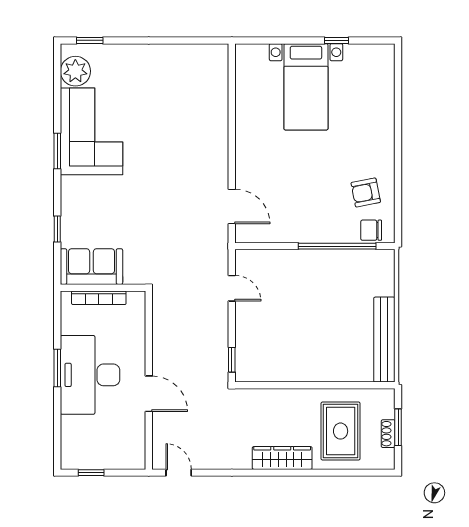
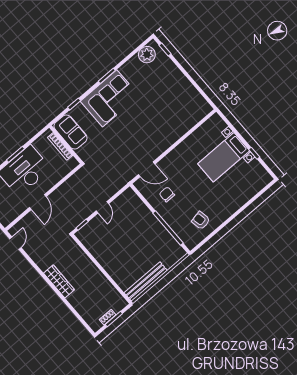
corner sofa: (91, 131) -> (110, 98), moved
door: (232, 206) -> (147, 169), hinge flipped
chair: (371, 230) -> (167, 194), moved
door: (232, 288) -> (102, 207), moved
rug: (341, 431) -> (91, 296), removed

